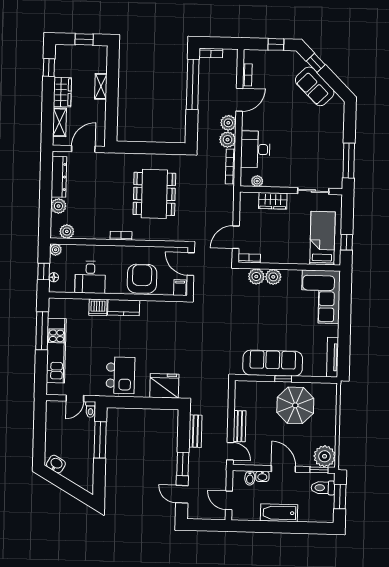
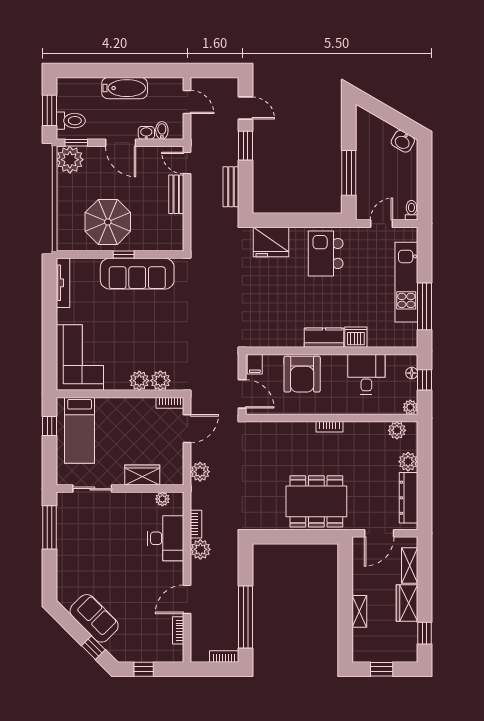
plant: (228, 123) -> (200, 472), moved
bookcase: (230, 167) -> (196, 524), width x0.64
dining table: (154, 194) -> (316, 501), moved, turned 90
toilet: (91, 409) -> (411, 210), moved

